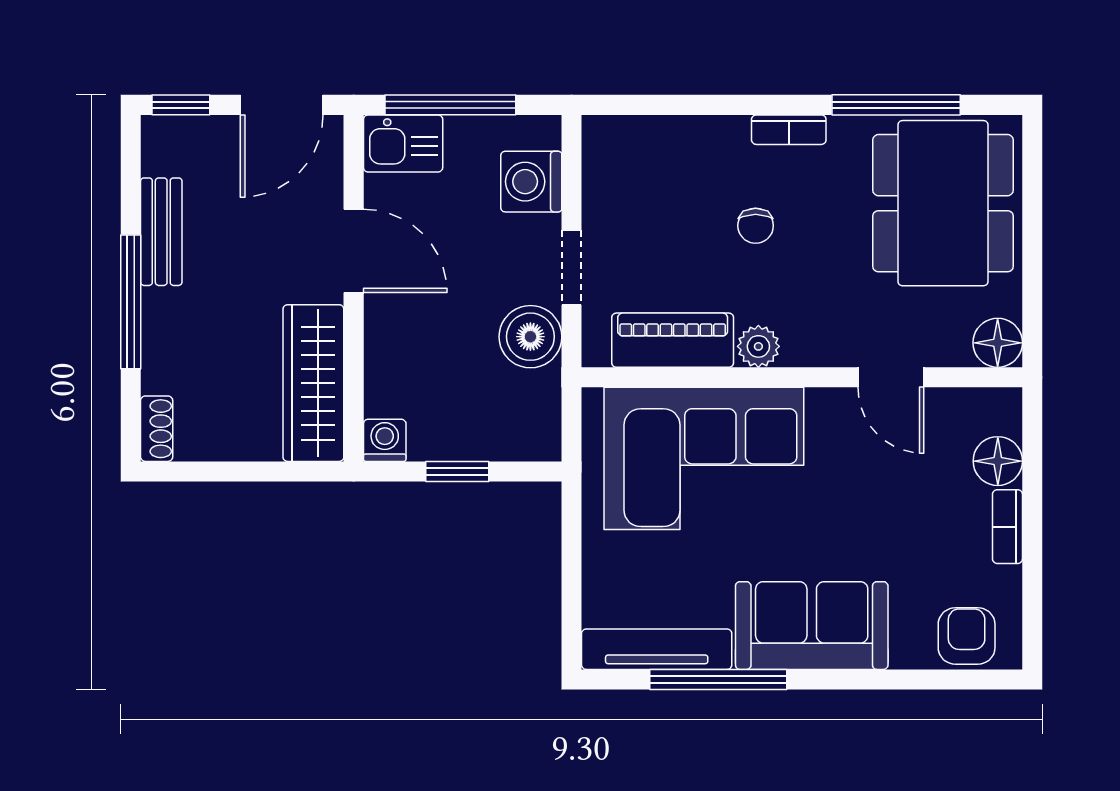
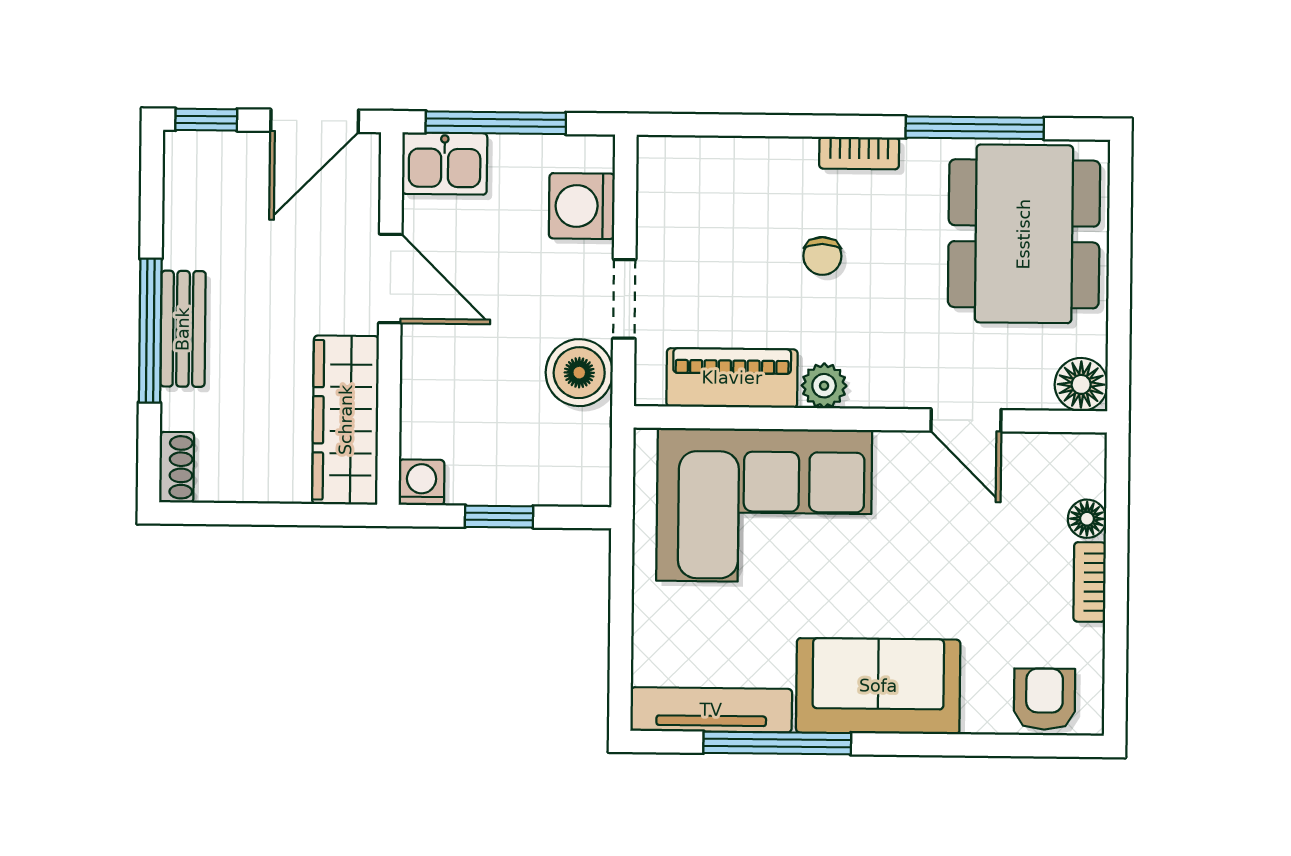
bench: (161, 232) -> (183, 329), moved
floor lamp: (998, 461) -> (1087, 519), width x0.73, depth x0.73

